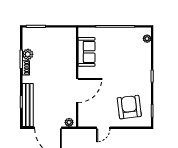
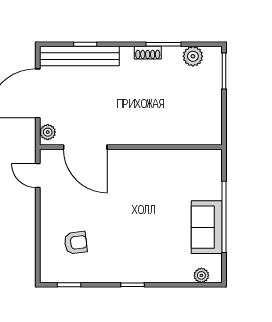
sofa: (87, 52) -> (207, 227), moved, turned 90
plant: (28, 54) -> (193, 56), moved
door: (77, 90) -> (85, 147), moved
armchair: (129, 107) -> (76, 243), width x0.53, depth x0.53
door: (103, 128) -> (38, 176), moved

